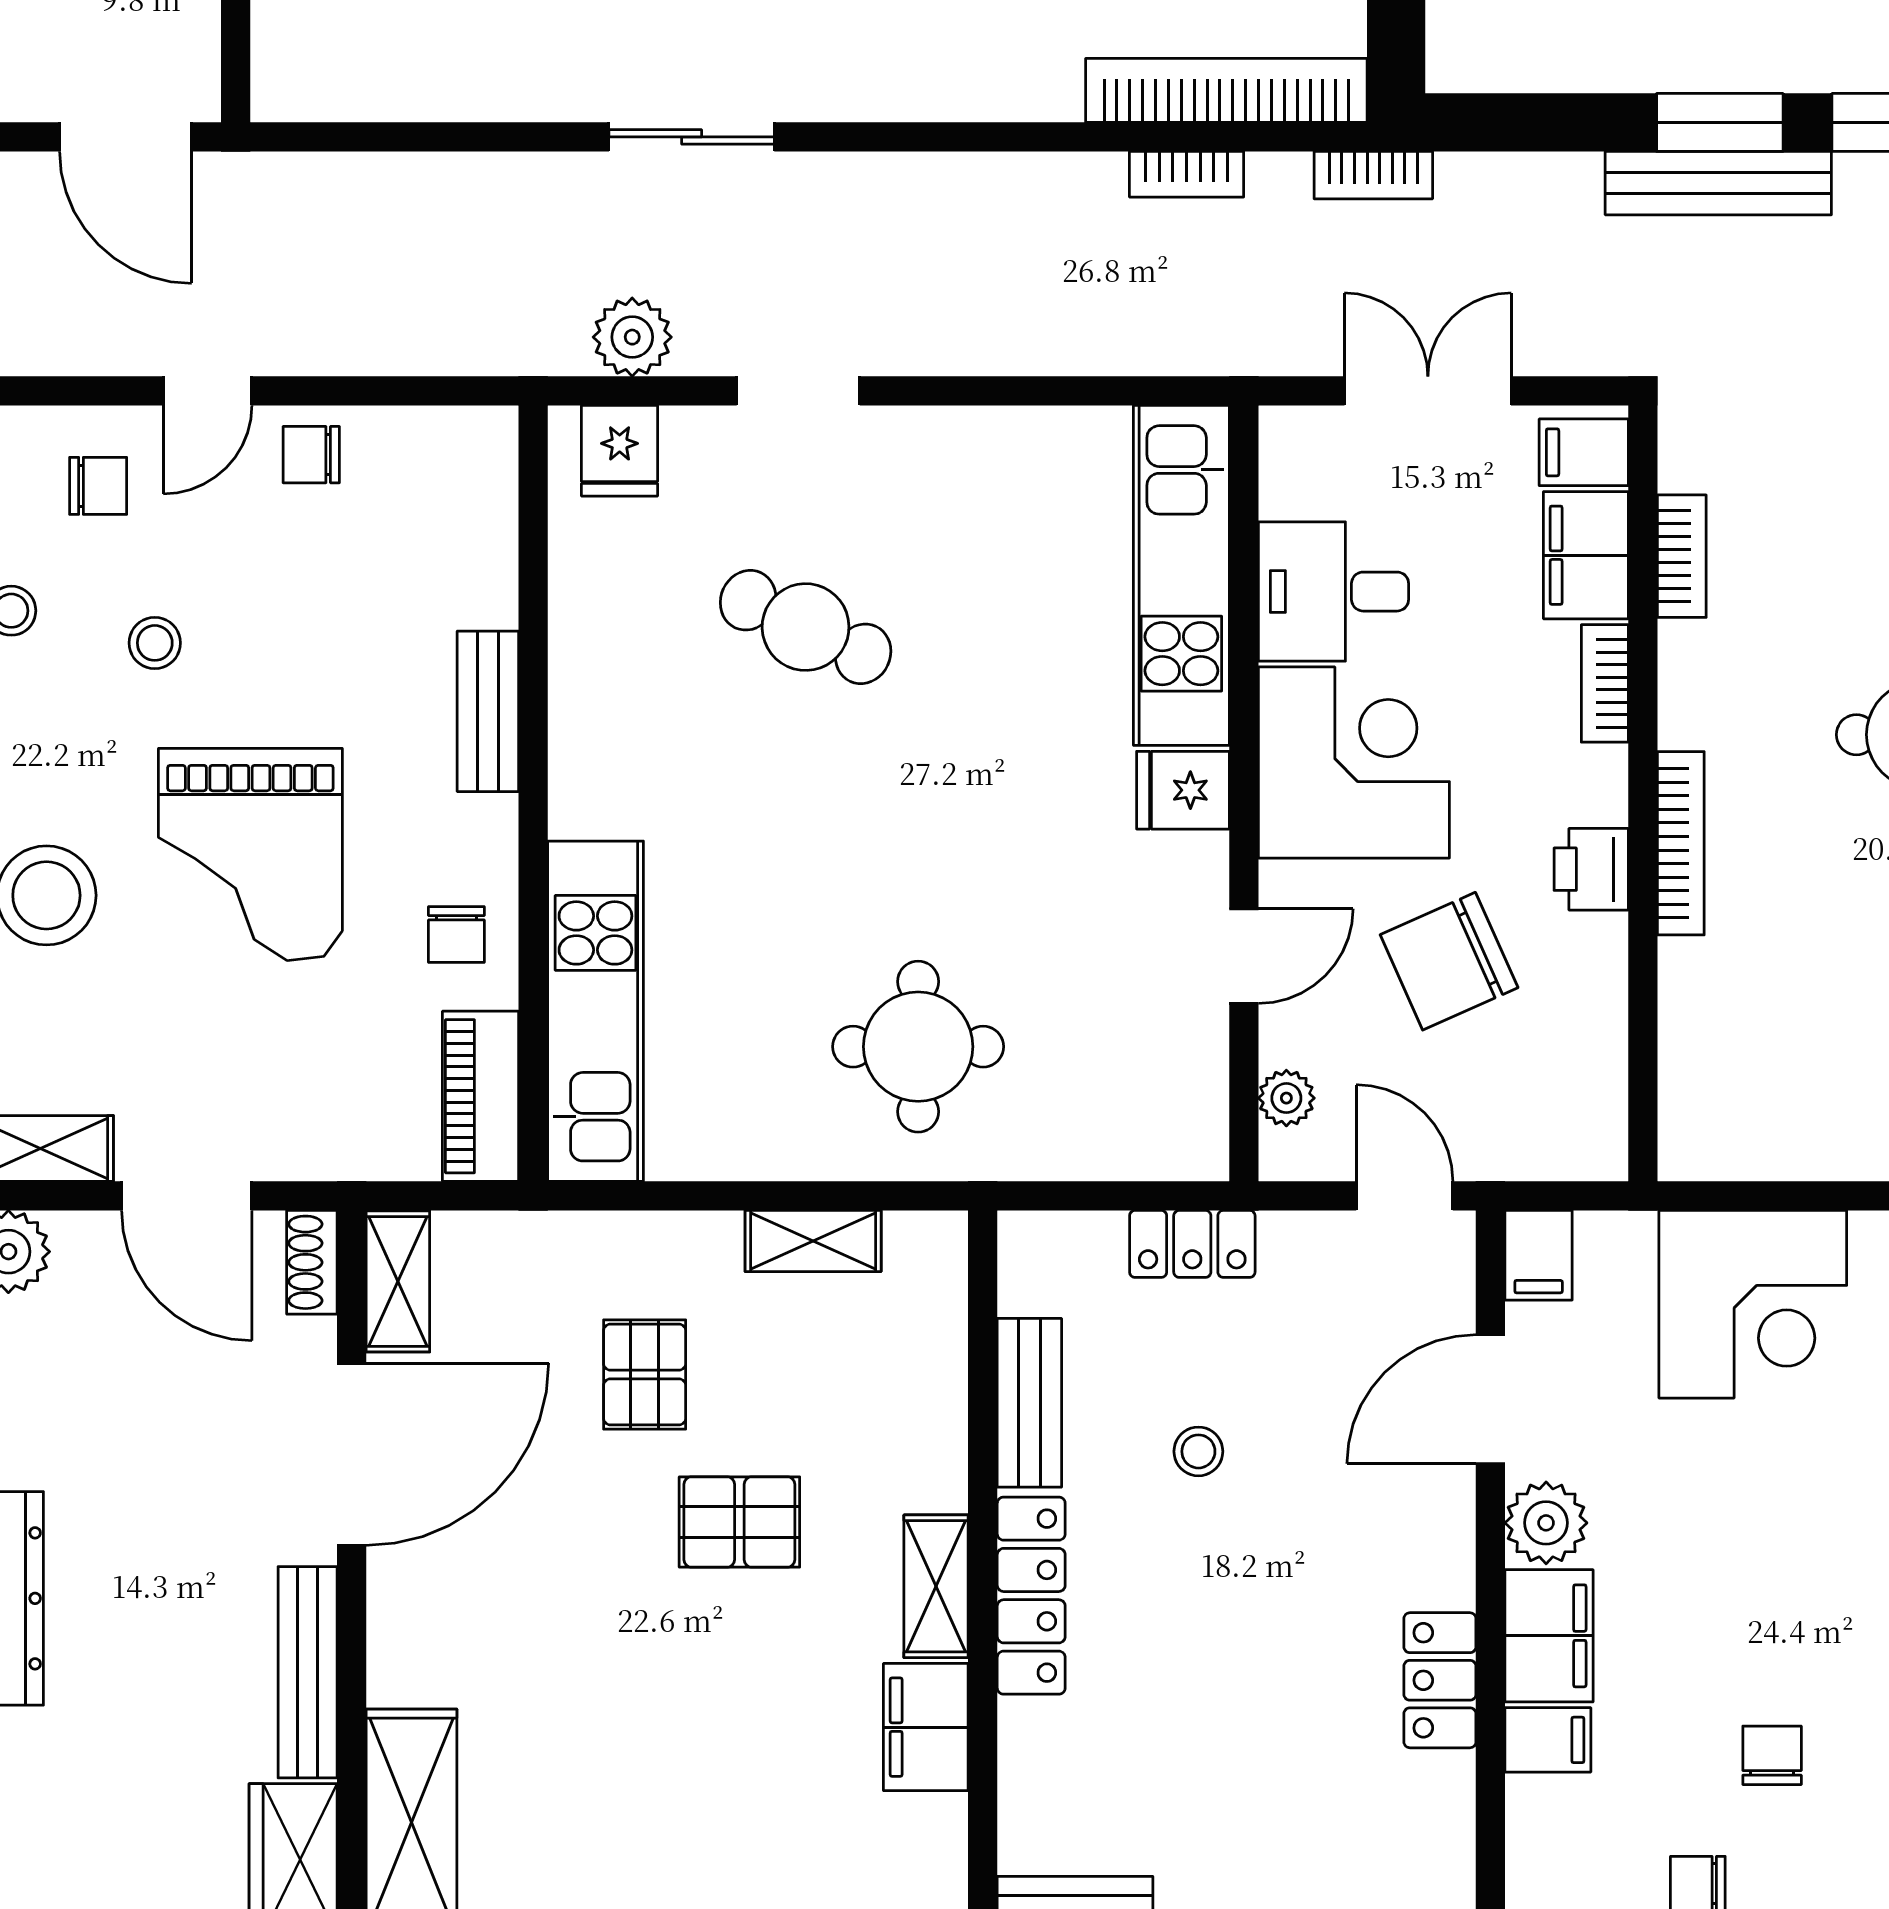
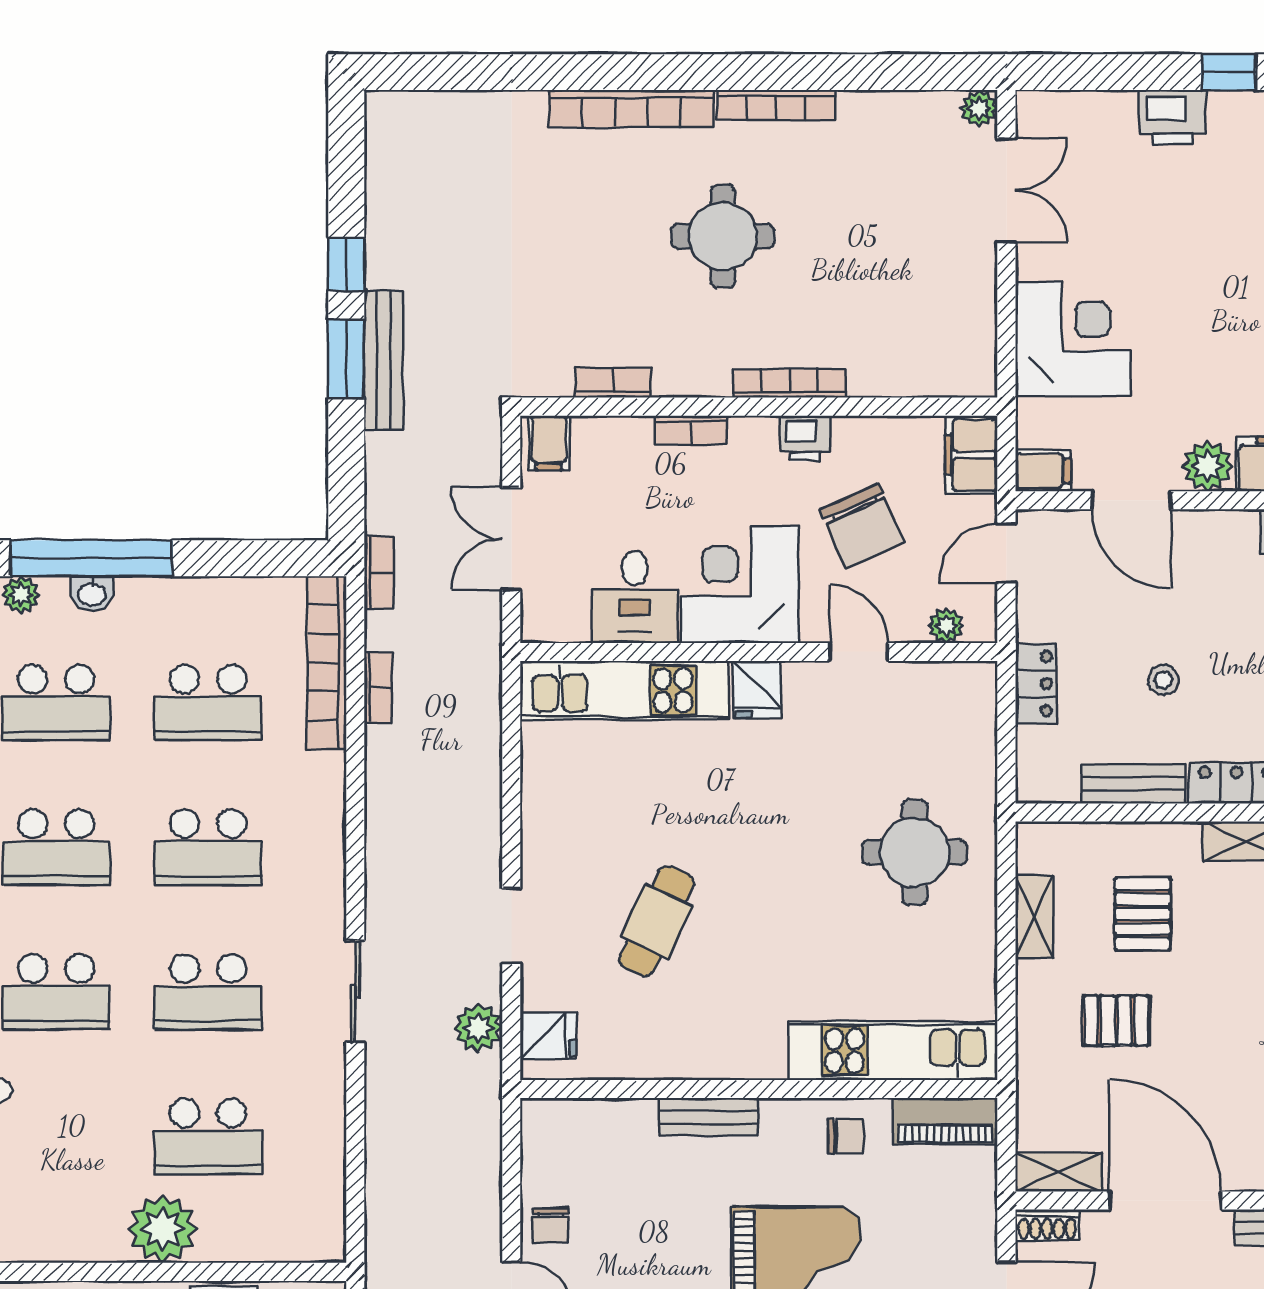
filing cabinet: (1586, 555) -> (971, 455), moved, turned 90
pallet: (739, 1522) -> (1143, 914), moved

